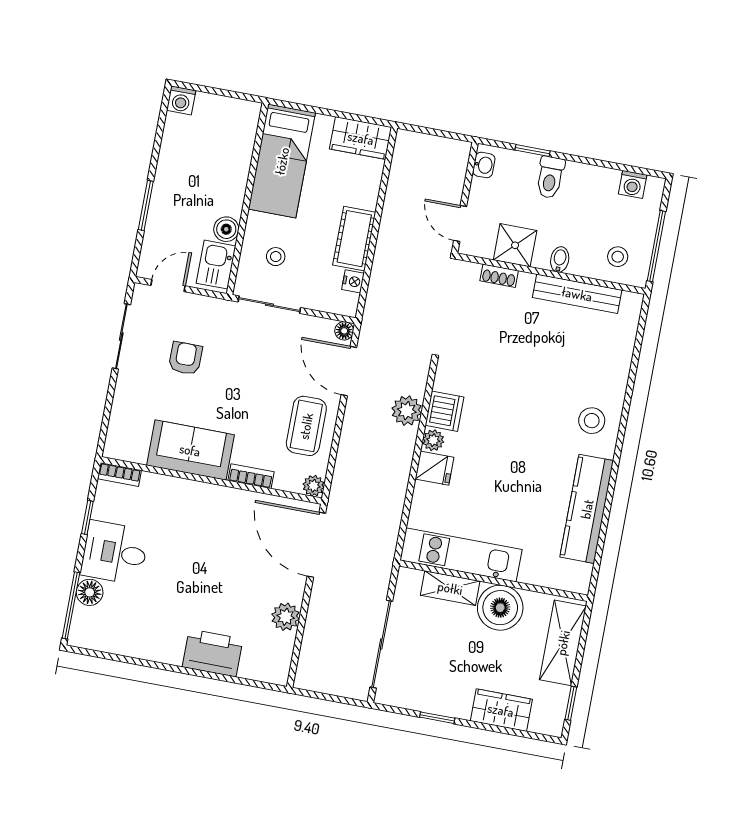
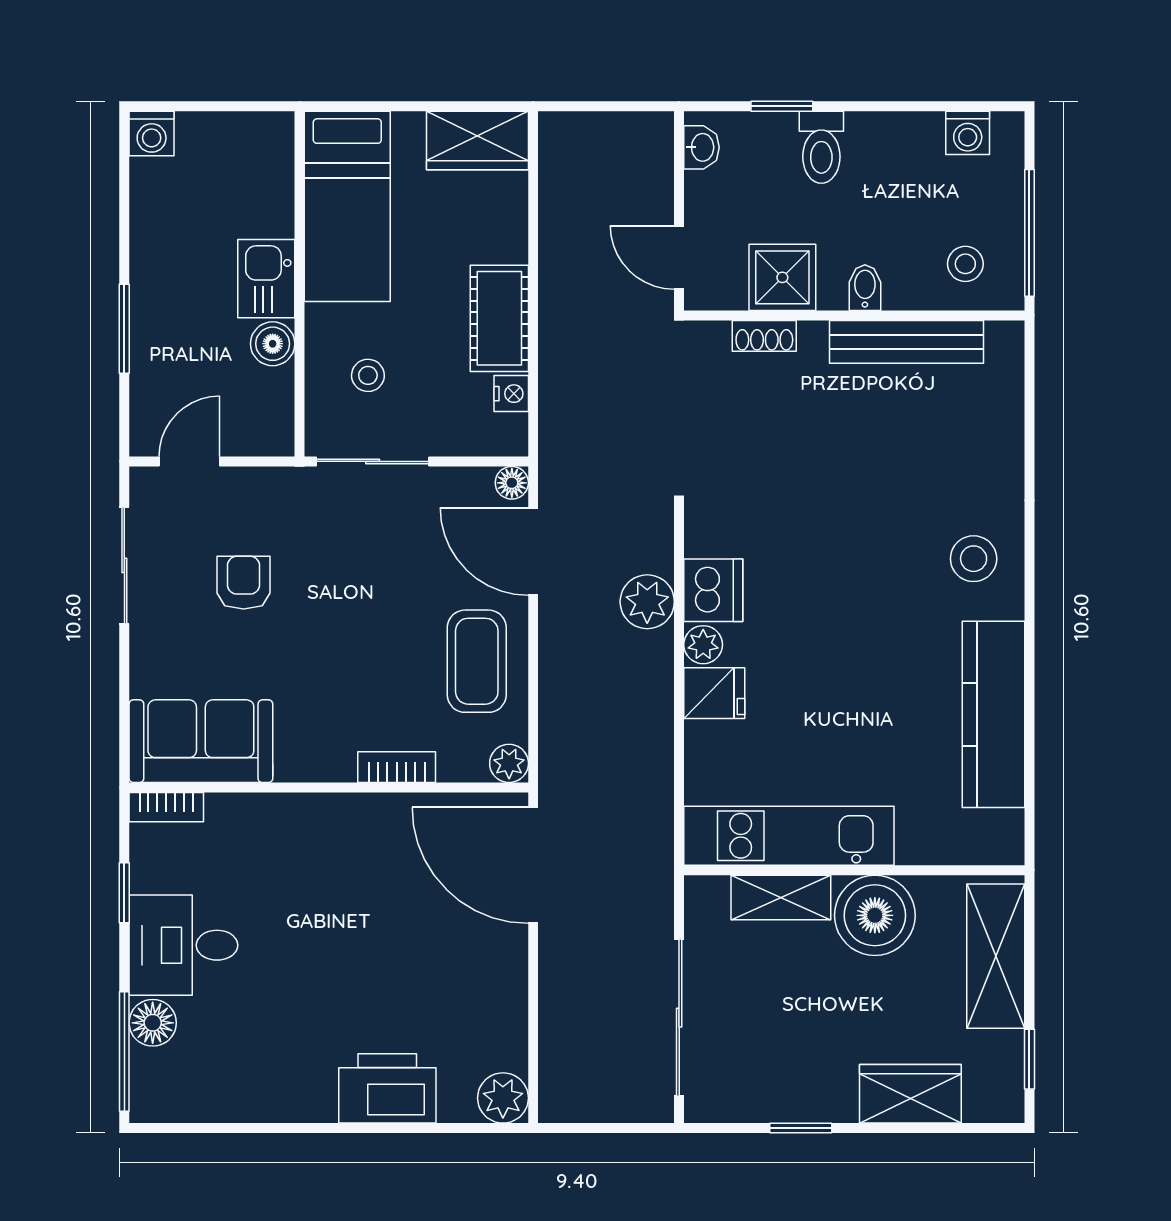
kitchen sink: (216, 265) -> (266, 279), moved
sofa: (190, 450) -> (201, 741), moved
plant: (286, 617) -> (503, 1098), moved

